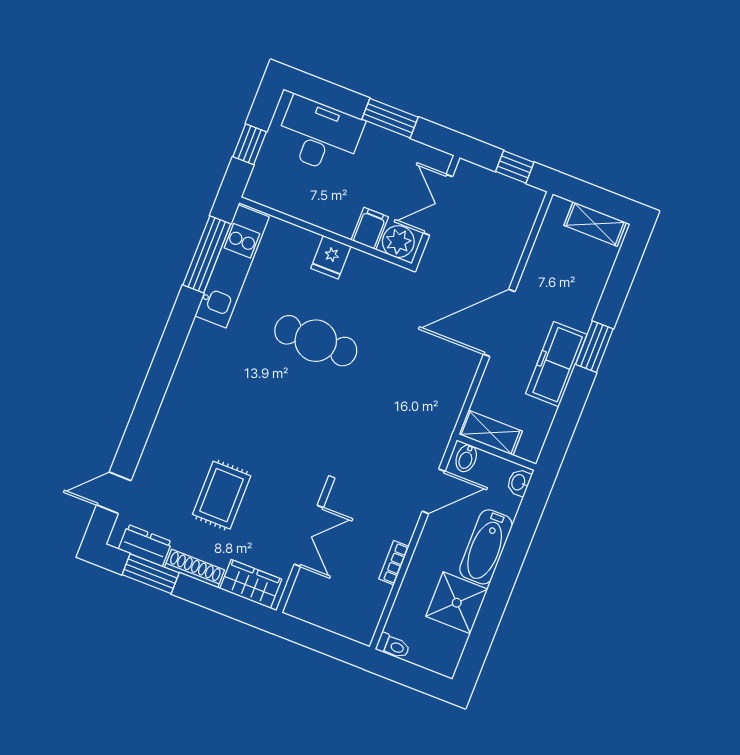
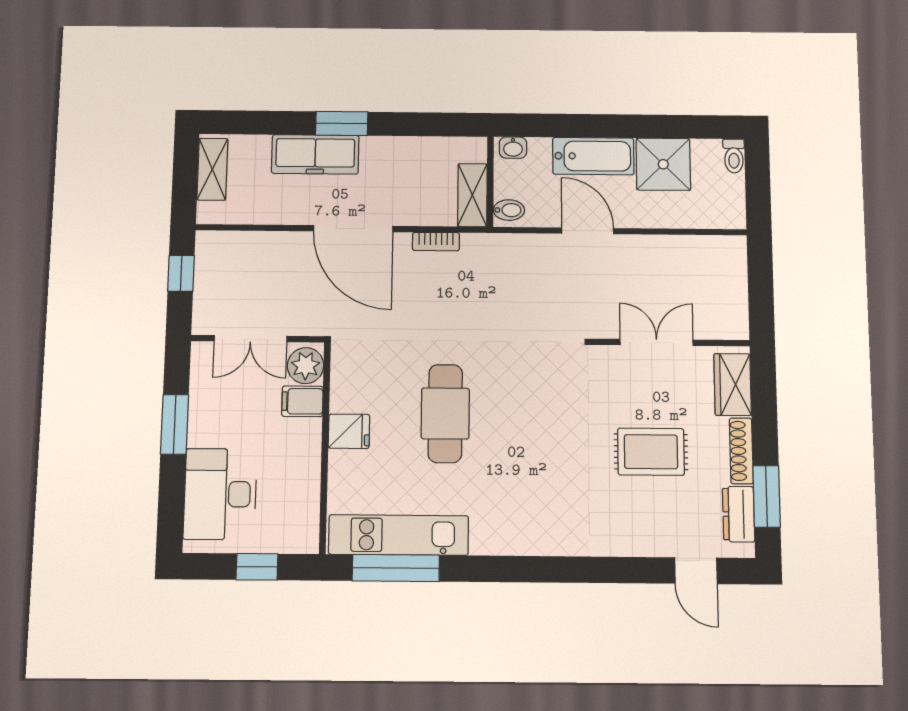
freezer: (556, 364) -> (315, 154), moved
door: (434, 491) -> (588, 231), moved
bookcase: (394, 563) -> (436, 242), moved
toilet: (393, 646) -> (734, 156), moved, turned 180

